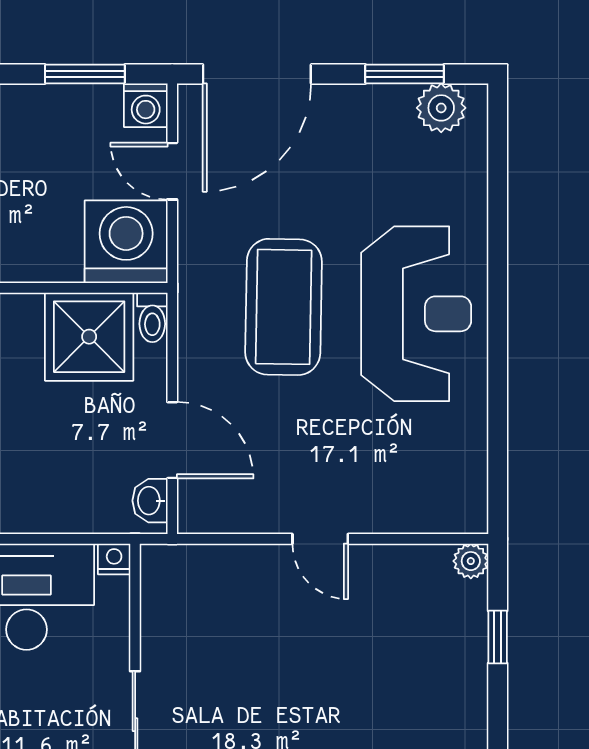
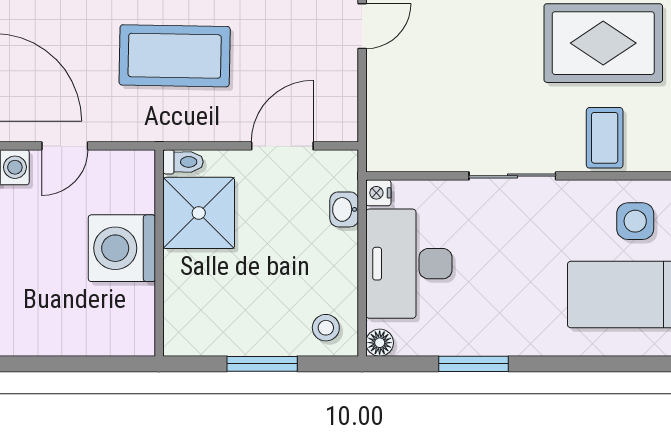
washing machine: (126, 242) -> (122, 248), moved
washbasin: (150, 501) -> (344, 209), moved, turned 90

